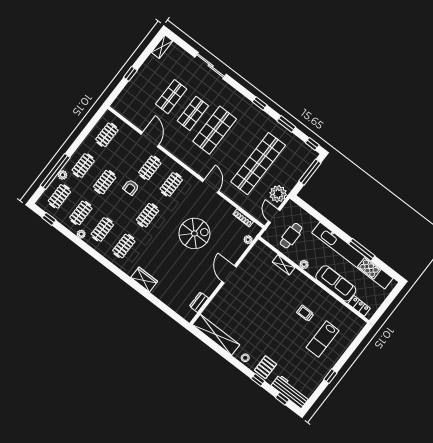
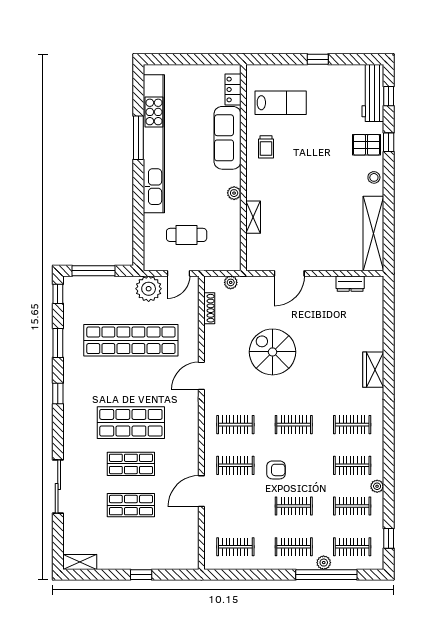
plant: (304, 264) -> (234, 193), moved
shelving: (284, 265) -> (253, 217), moved
wall: (314, 280) -> (243, 168), moved
sofa: (336, 283) -> (227, 138), moved
locker: (359, 306) -> (233, 89), moved

